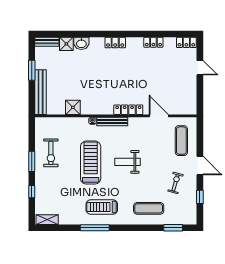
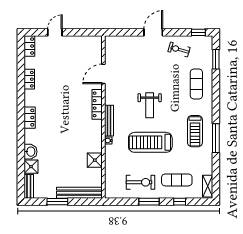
exercise mat: (181, 141) -> (177, 180), moved
exercise bike: (175, 183) -> (179, 49), moved
window: (200, 197) -> (198, 32), moved

